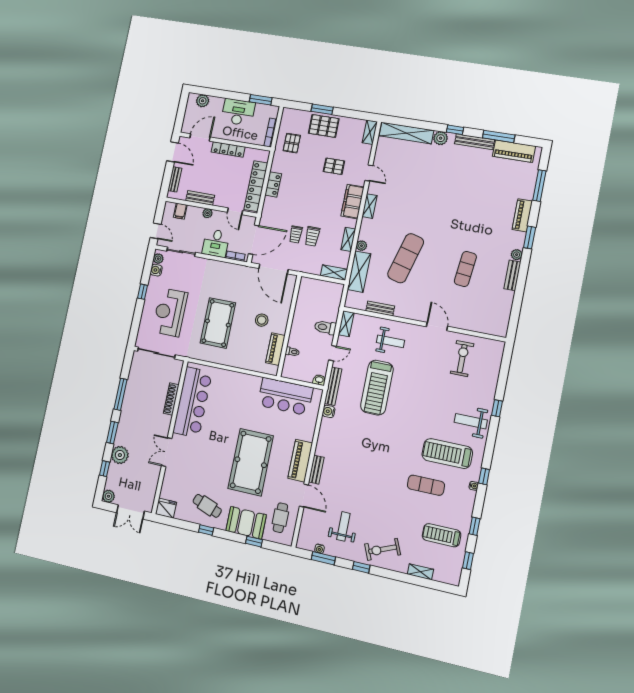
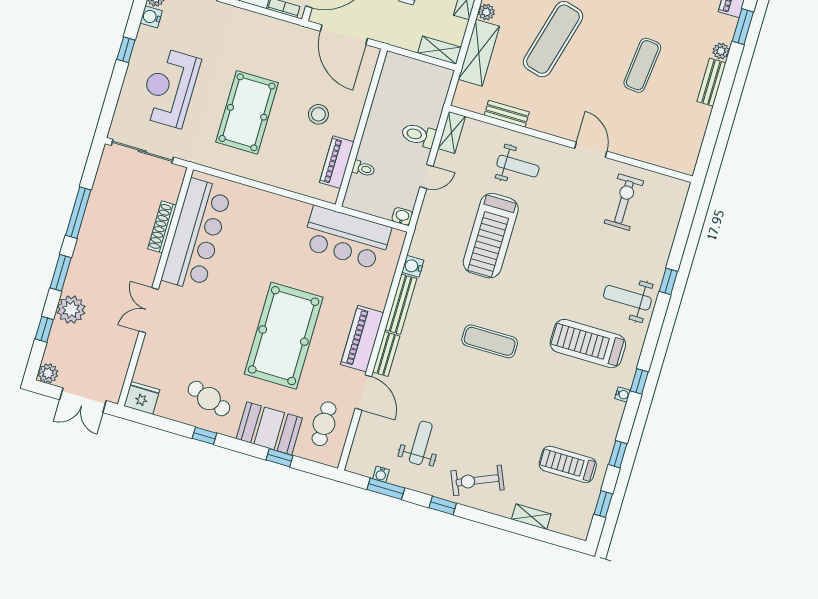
bench: (333, 386) -> (401, 304), moved
exercise mat: (426, 485) -> (490, 341), moved

